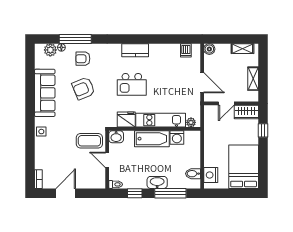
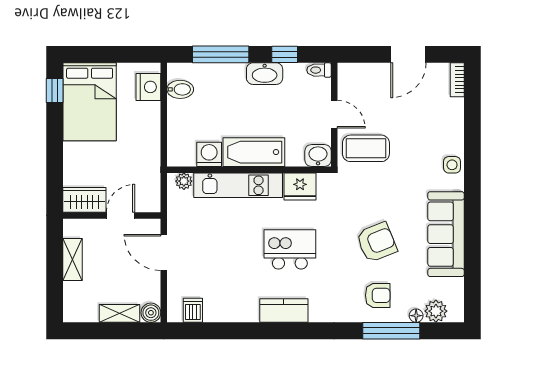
shelving: (242, 49) -> (119, 313), moved
window: (263, 130) -> (55, 91), moved
washbasin: (157, 182) -> (265, 74), moved

